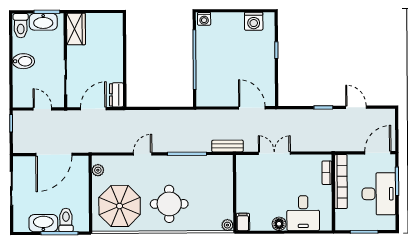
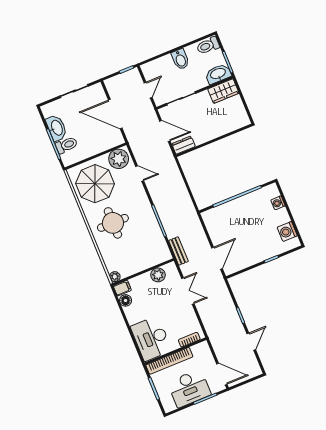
washing machine: (204, 19) -> (278, 203), moved
washbasin: (43, 22) -> (218, 74), moved, turned 90
door: (143, 154) -> (140, 174), moved
plant: (98, 170) -> (119, 159), width x1.88, depth x1.88
plant: (244, 178) -> (158, 275), added
bookcase: (341, 182) -> (169, 361), moved
desk: (303, 213) -> (151, 338), width x1.37
floor lamp: (279, 224) -> (126, 300), moved

